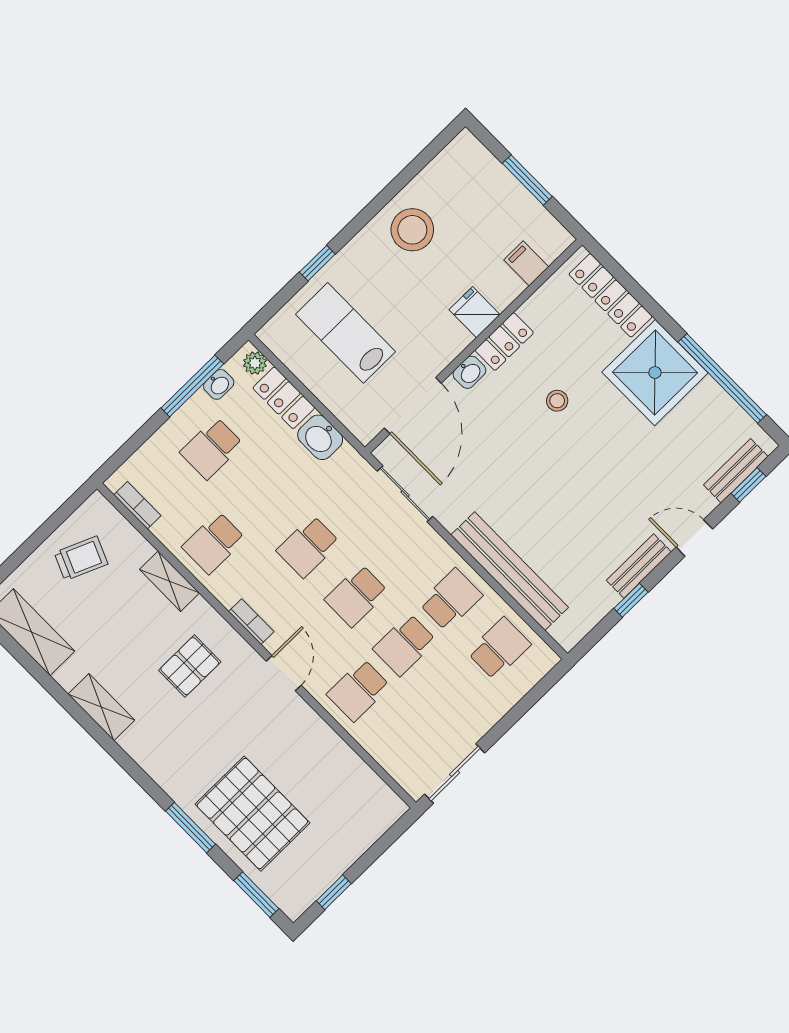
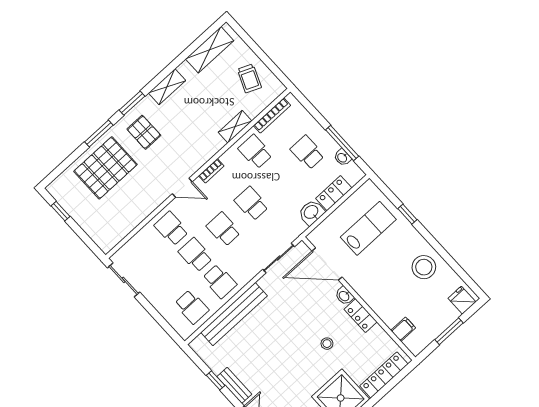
fridge: (475, 312) -> (462, 300), moved, turned -90
plant: (255, 363) -> (353, 178), removed
bookcase: (137, 505) -> (272, 115), width x1.56
pallet: (190, 666) -> (144, 132), moved
window: (256, 895) -> (132, 103), moved

